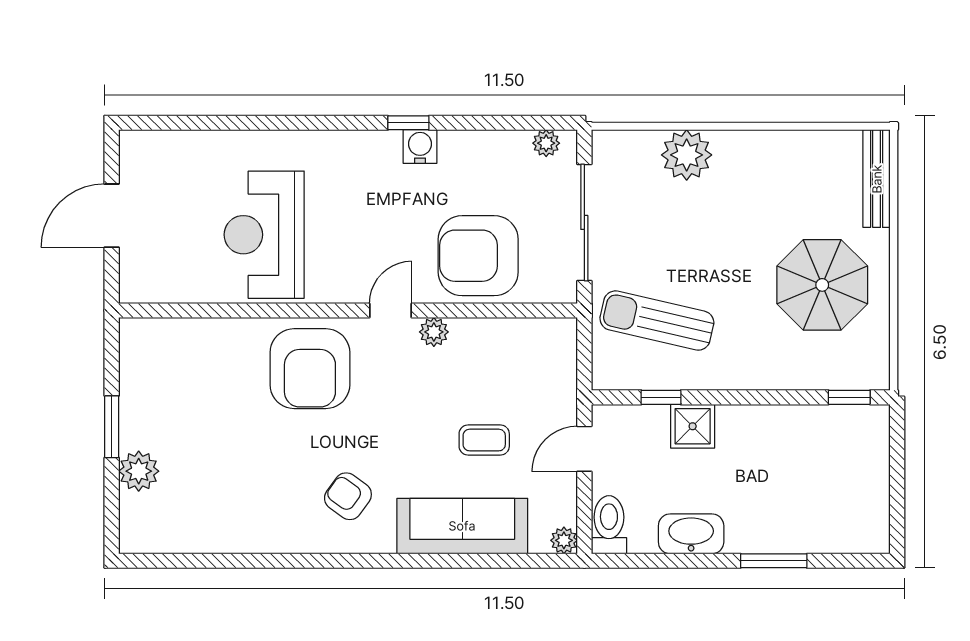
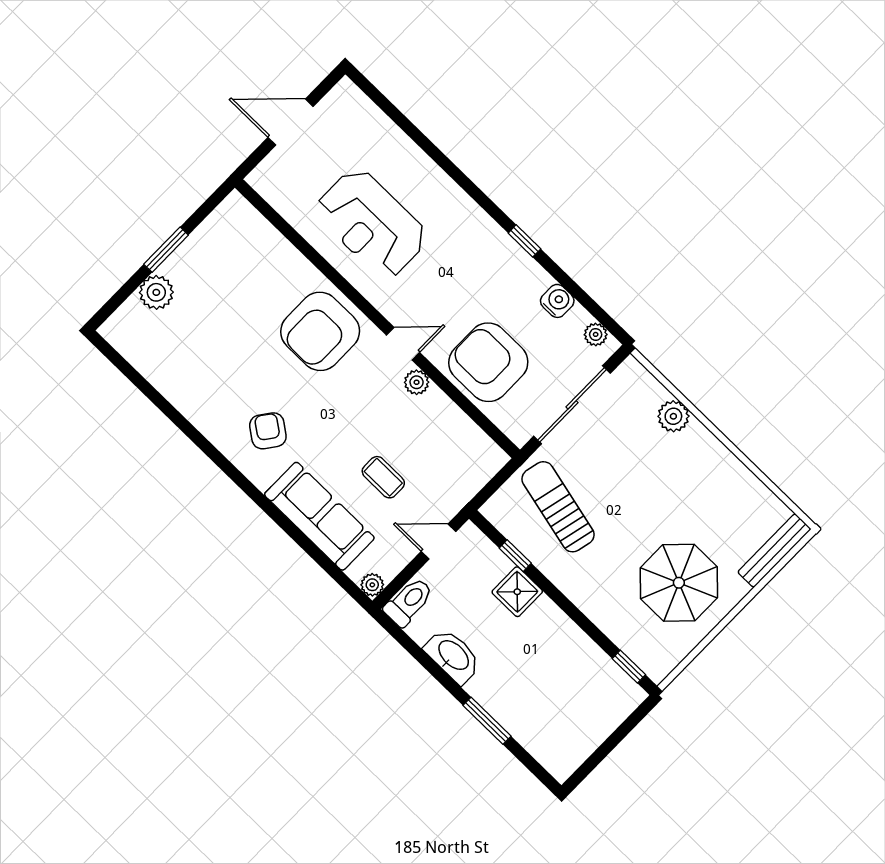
water cooler: (420, 147) -> (557, 301), moved
plant: (687, 155) -> (673, 416), width x0.73, depth x0.73
reception desk: (264, 235) -> (371, 223), turned -90

